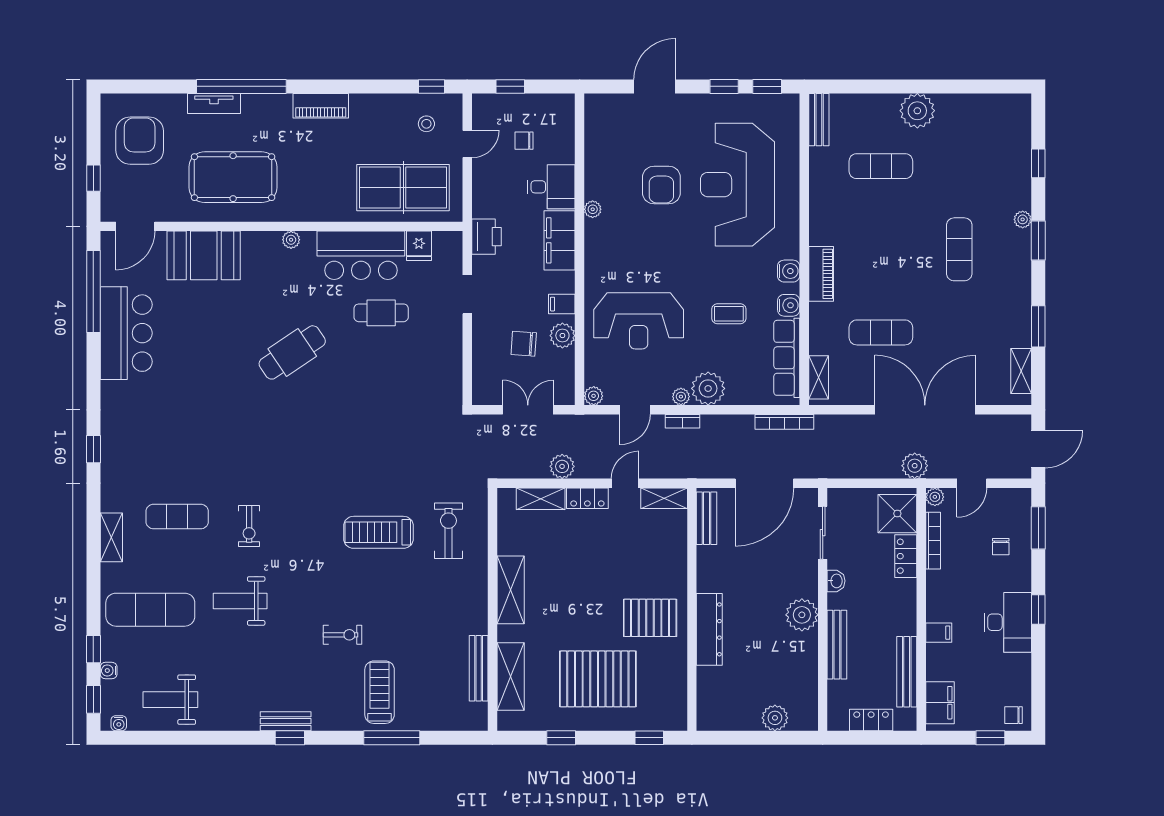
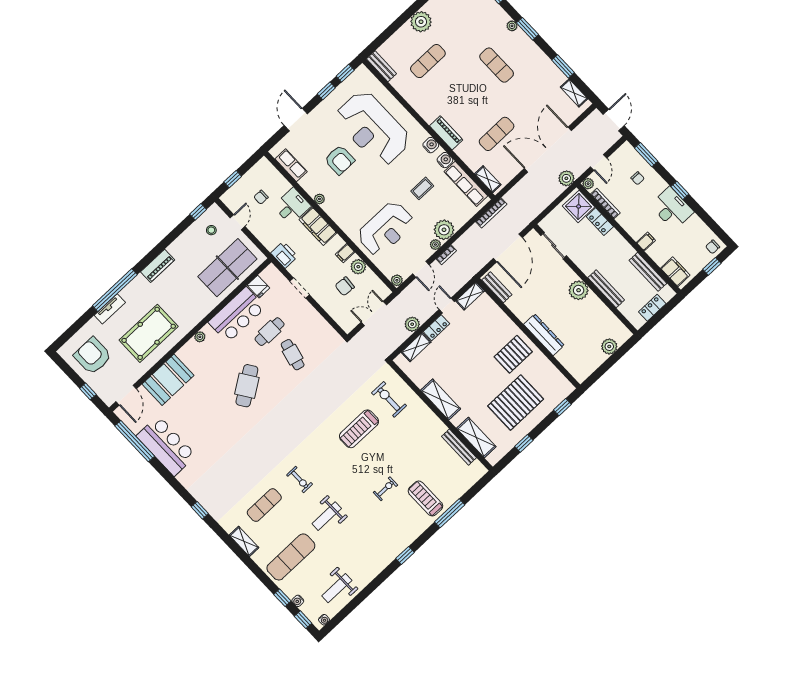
row of seats: (597, 136) -> (291, 165), added
cafe table: (383, 367) -> (293, 355), added
washbasin: (836, 581) -> (580, 261), removed
bench: (286, 721) -> (396, 550), removed

